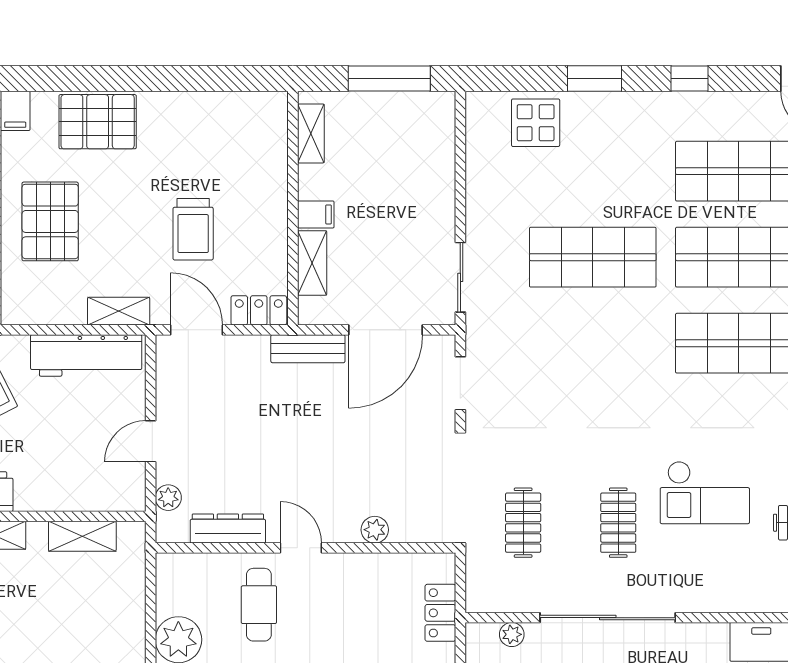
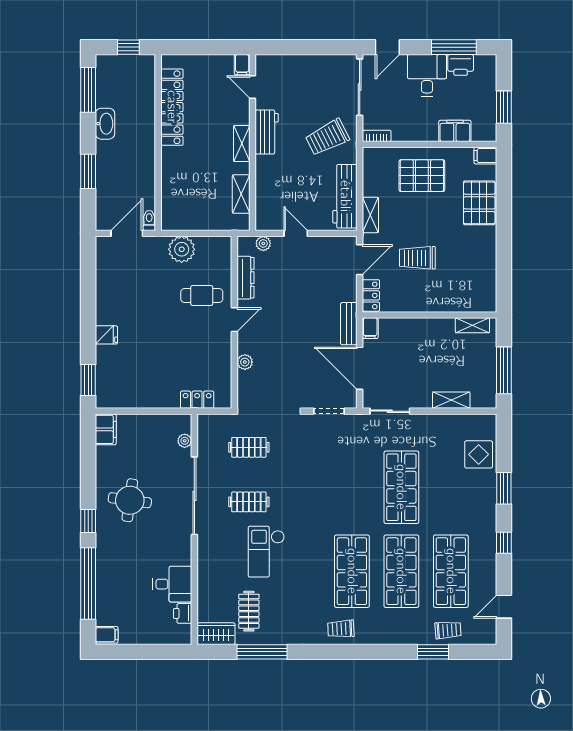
filing cabinet: (316, 214) -> (370, 328), moved
shelving: (312, 263) -> (451, 400), moved

